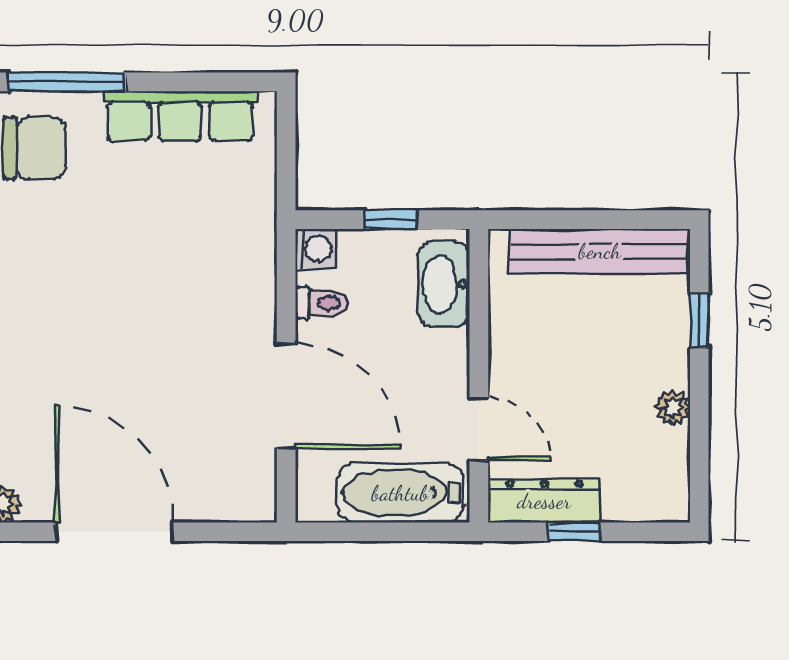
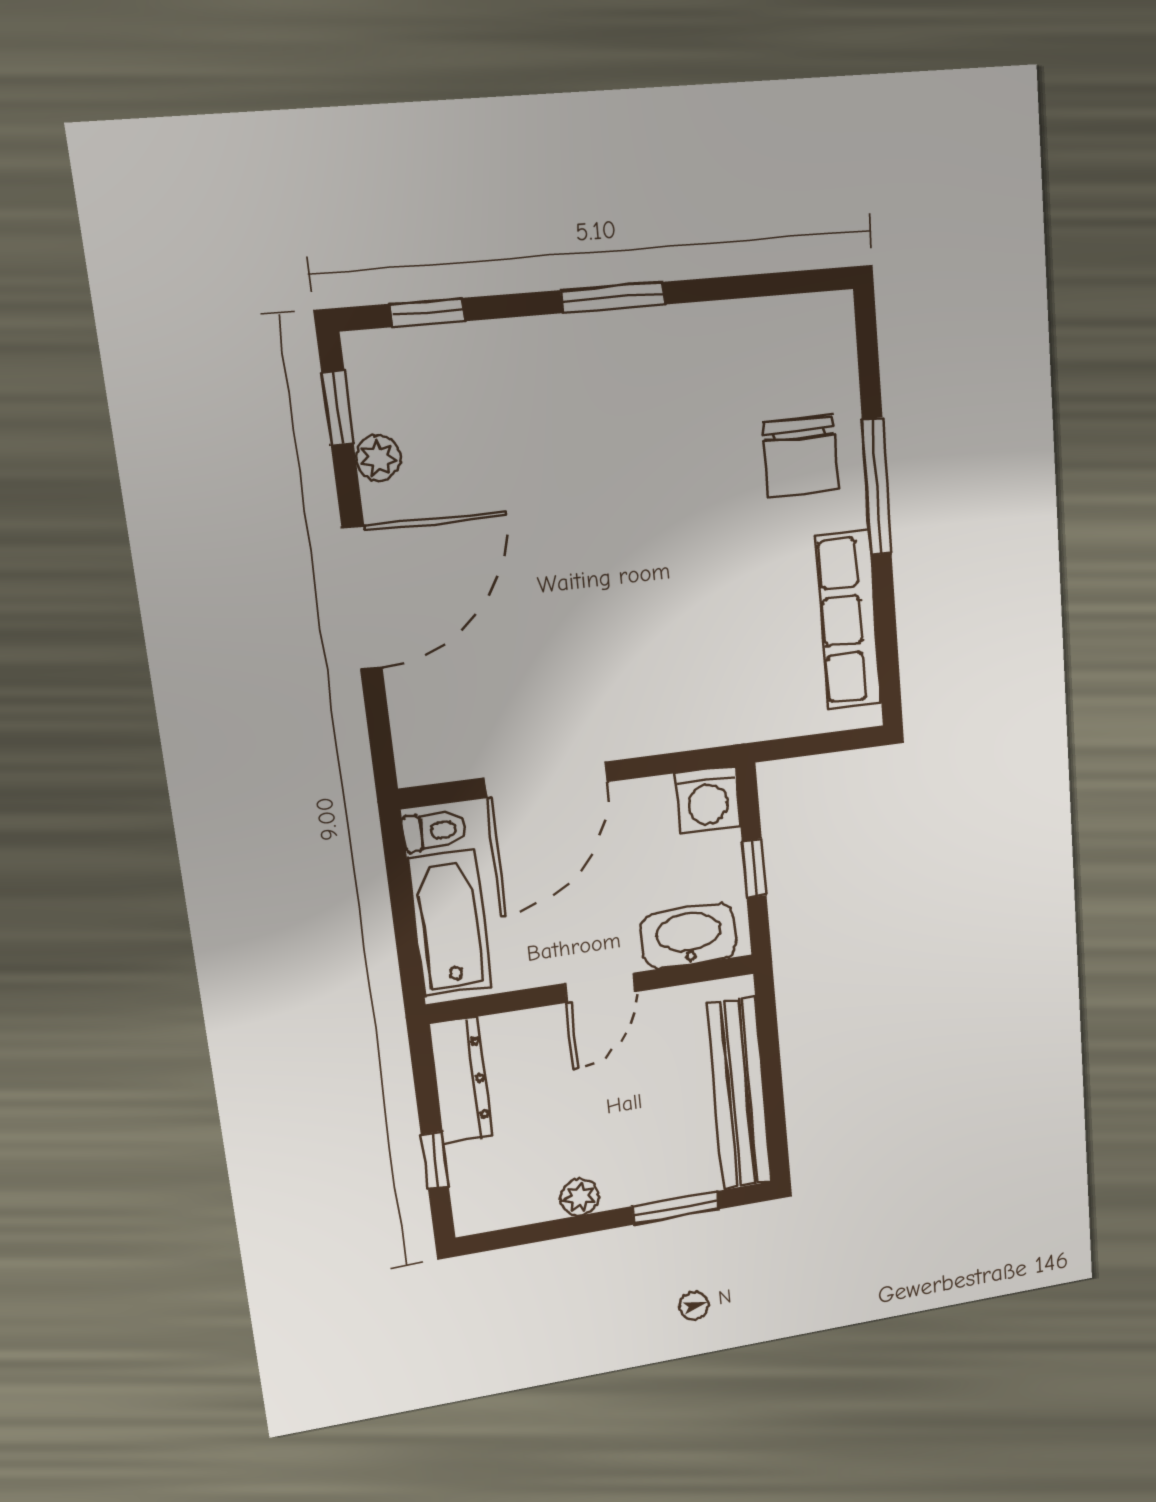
washing machine: (315, 249) -> (708, 800), width x1.38, depth x1.38
toilet: (322, 303) -> (435, 831), moved, turned -90
window: (699, 321) -> (675, 1208), width x1.50
door: (479, 429) -> (600, 988), moved
window: (574, 532) -> (435, 1160), moved

